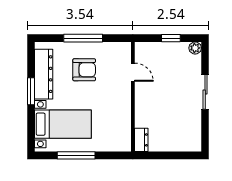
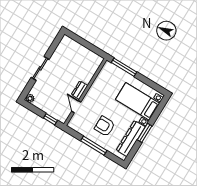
window: (171, 38) -> (51, 119), moved
dresser: (141, 140) -> (80, 90), moved
window: (76, 155) -> (124, 67), moved

